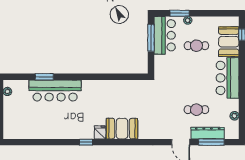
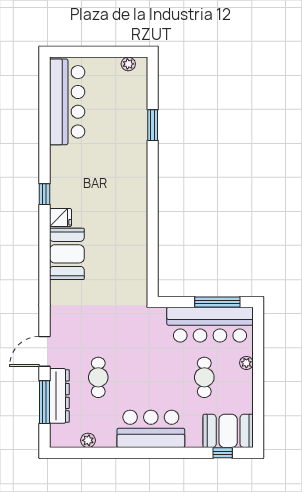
window: (180, 13) -> (258, 349), removed
bar counter: (165, 35) -> (210, 325), width x1.36
booth: (229, 42) -> (228, 431), moved
bar counter: (55, 90) -> (67, 102), moved, turned 180

